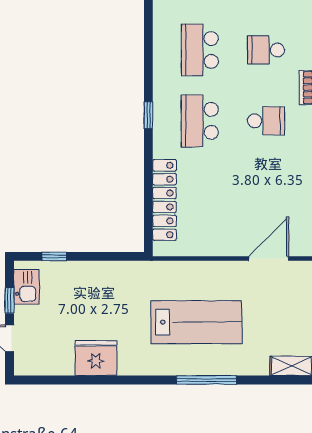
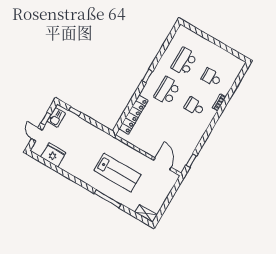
school desk: (266, 121) -> (194, 107), turned 180
door: (269, 259) -> (162, 164), hinge flipped
fridge: (96, 358) -> (53, 155), moved

